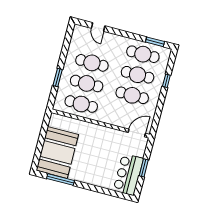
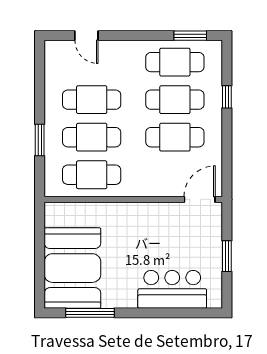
bar counter: (128, 174) -> (172, 289), moved, turned 90

